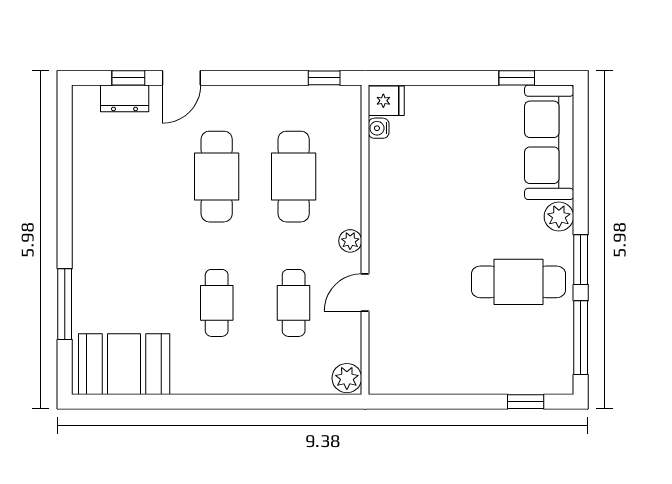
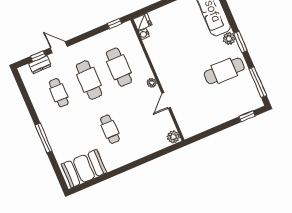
door: (181, 78) -> (59, 47), swing flipped
window: (581, 260) -> (240, 42), moved
cafe table: (294, 303) -> (59, 93), moved
window: (65, 304) -> (44, 138), moved

